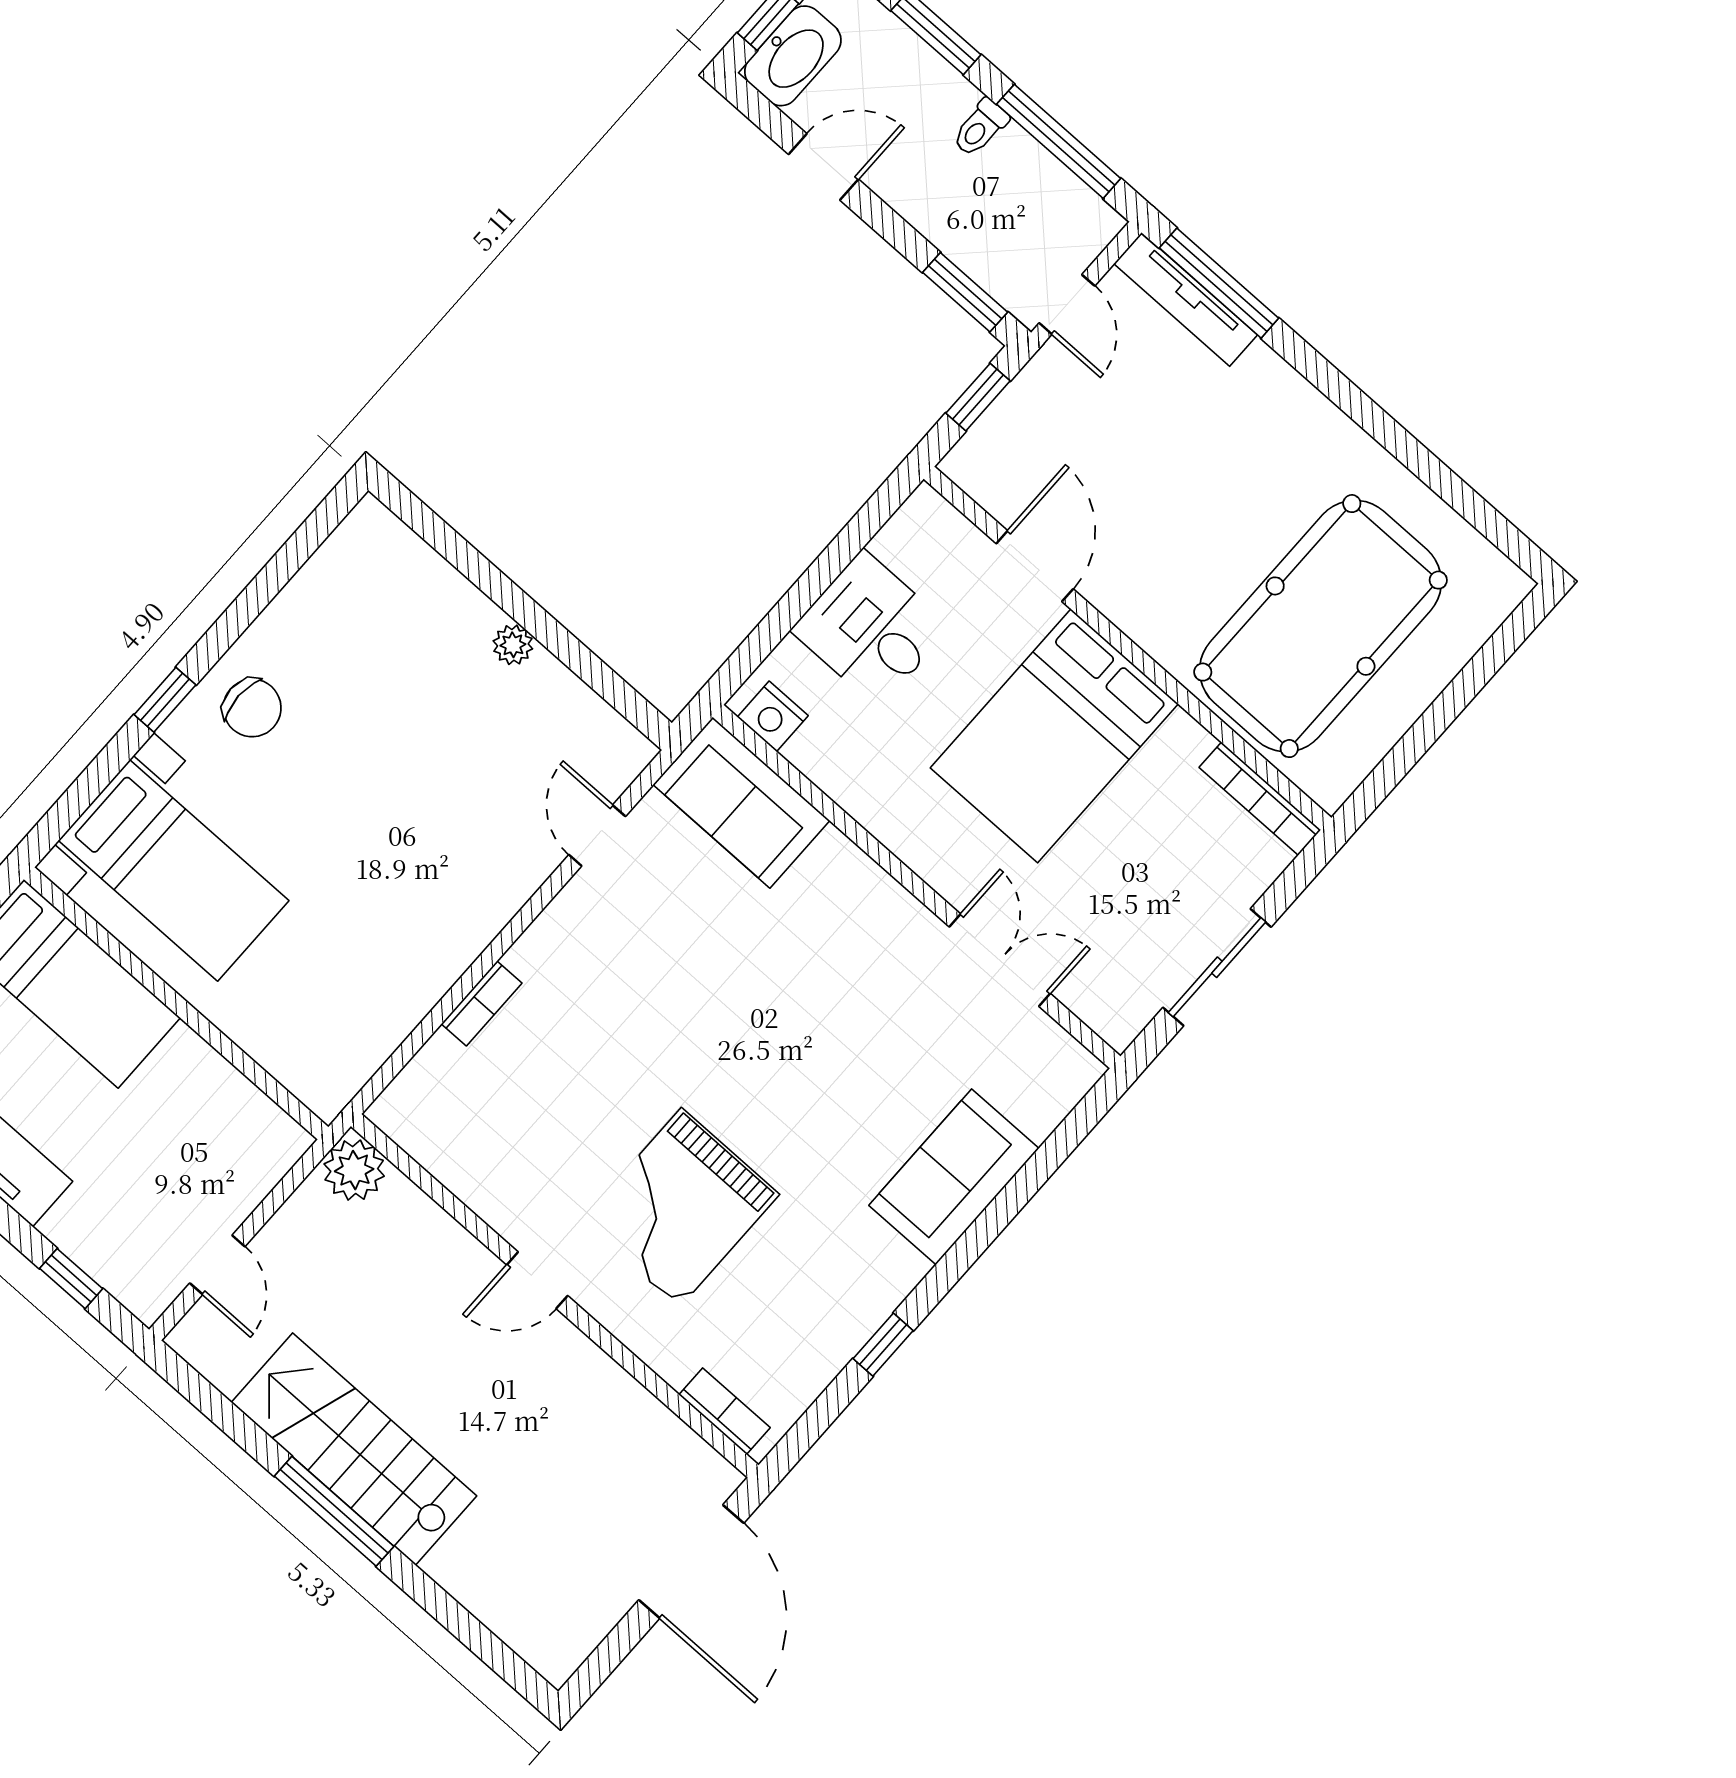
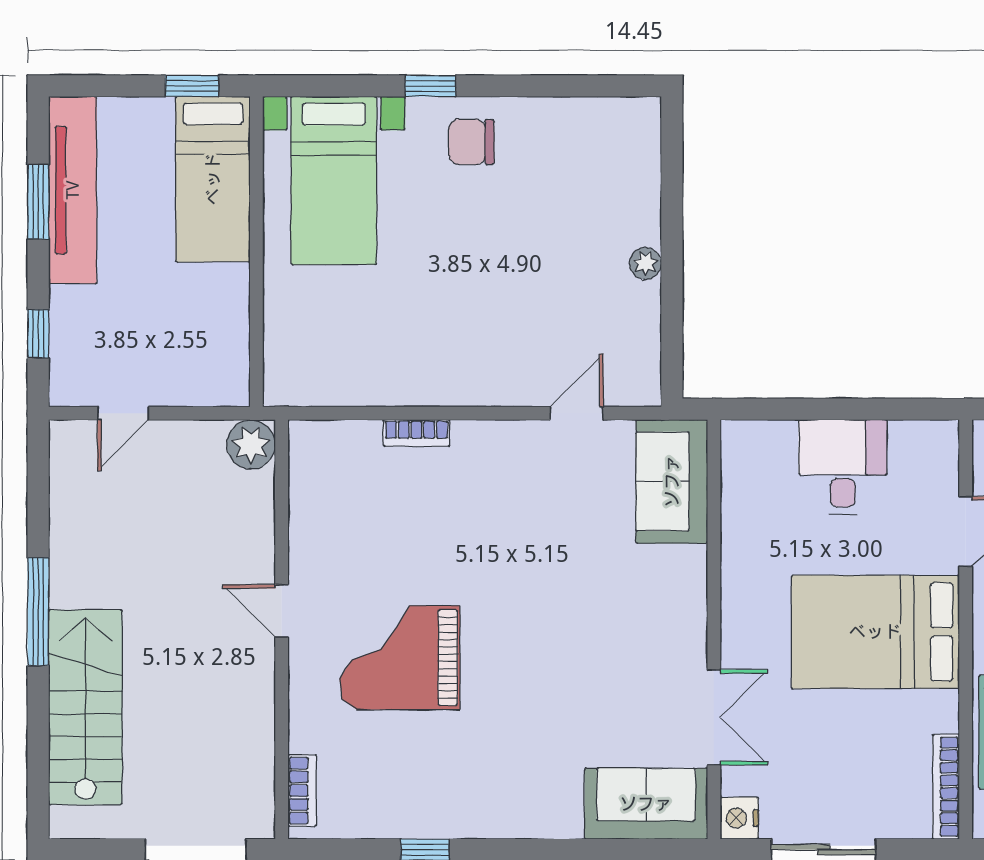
chair: (252, 708) -> (471, 142), turned 90
nightstand: (773, 716) -> (739, 818), moved
sofa: (954, 1177) -> (646, 804), moved
stairs: (354, 1449) -> (85, 707), moved

